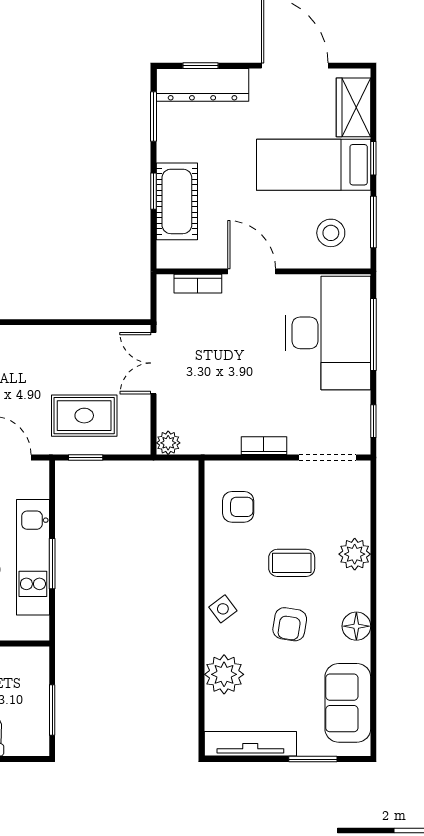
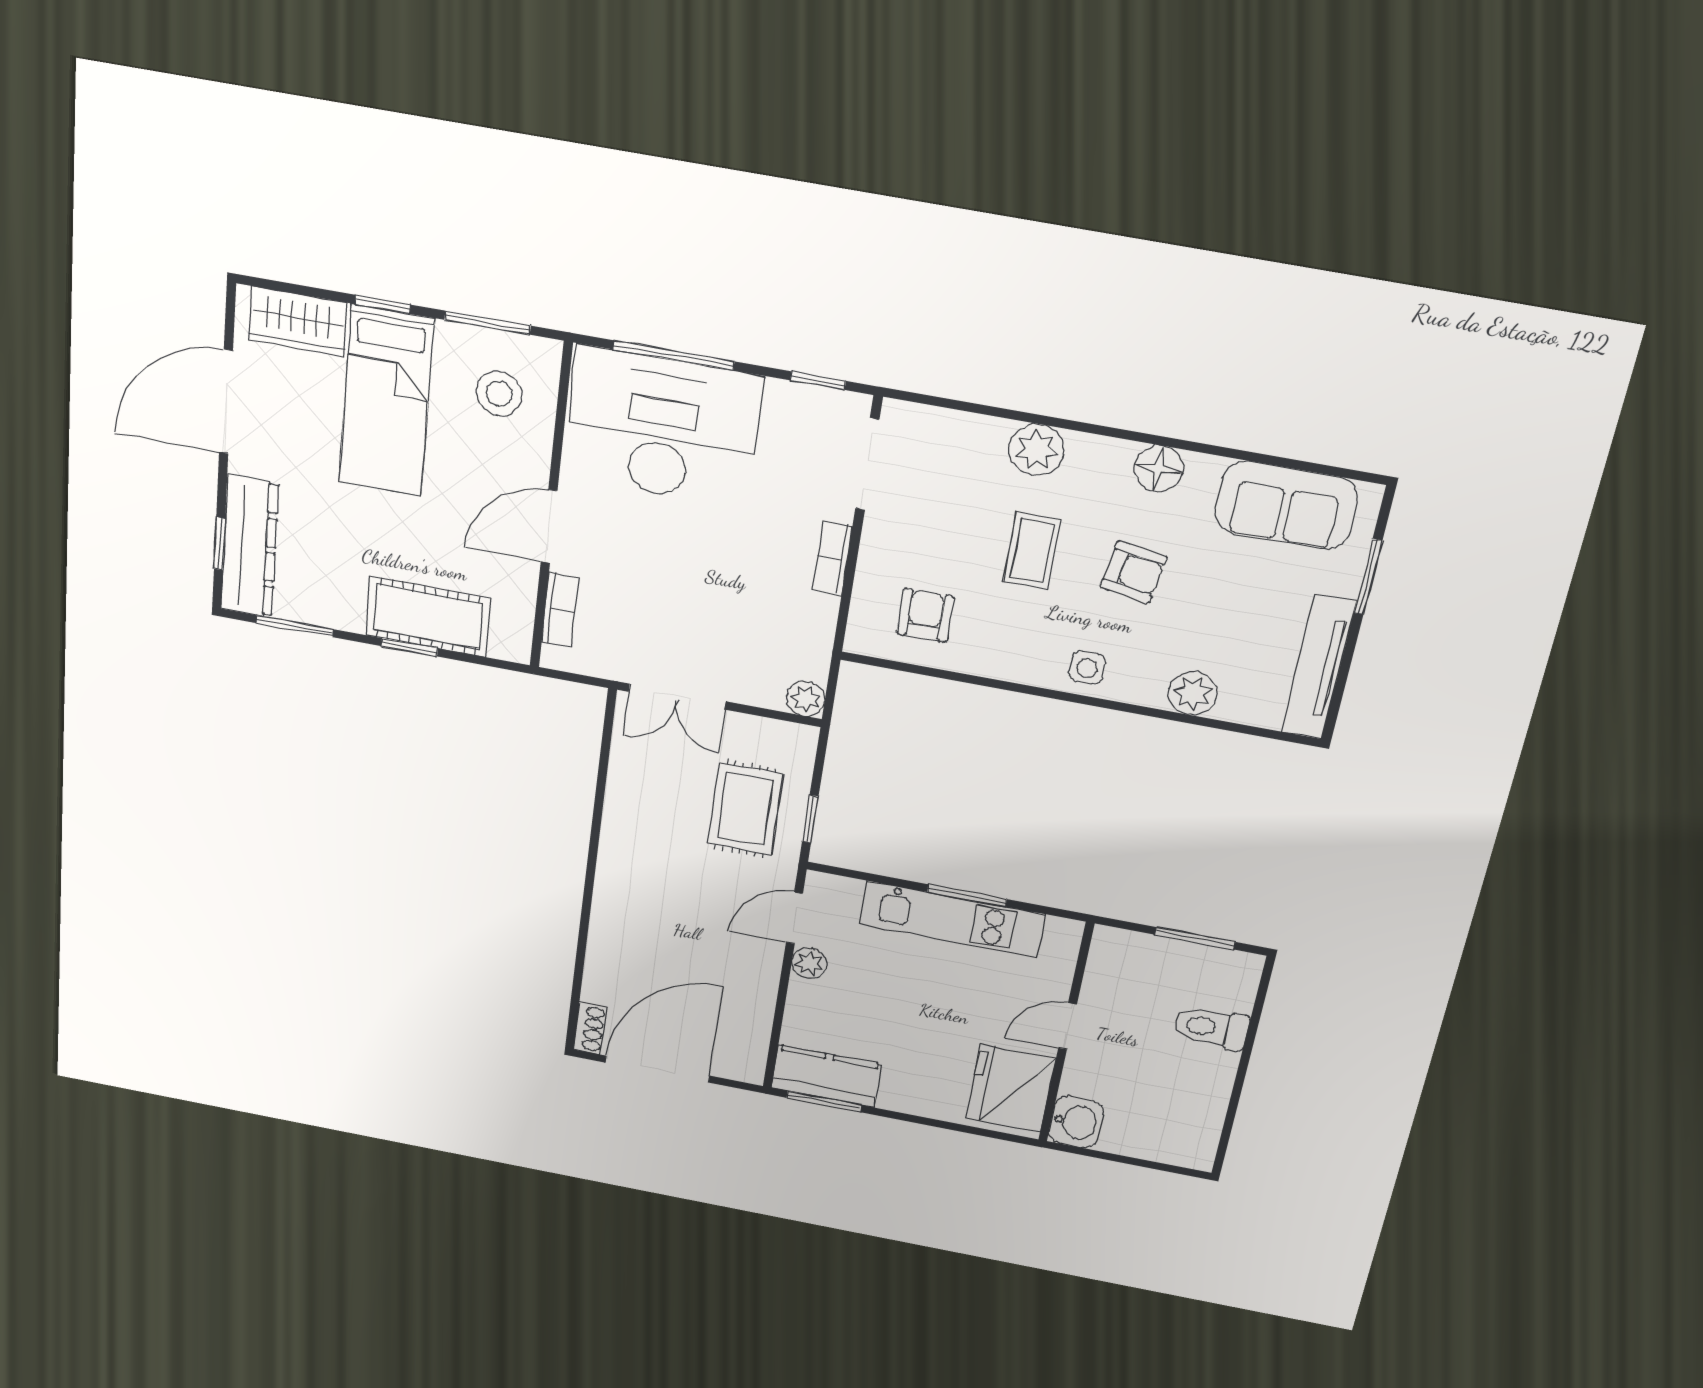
side table: (223, 609) -> (1087, 668), turned 37
plant: (224, 674) -> (1193, 693), width x0.73, depth x0.73

